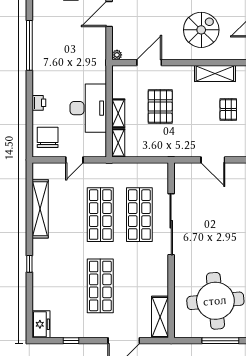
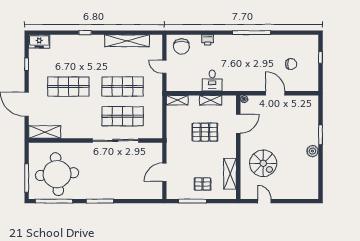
door: (149, 63) -> (238, 124), hinge flipped
desk: (88, 108) -> (212, 81), width x0.53, depth x0.77
shelving: (118, 113) -> (211, 100), moved
chair: (48, 137) -> (181, 46), turned 90

